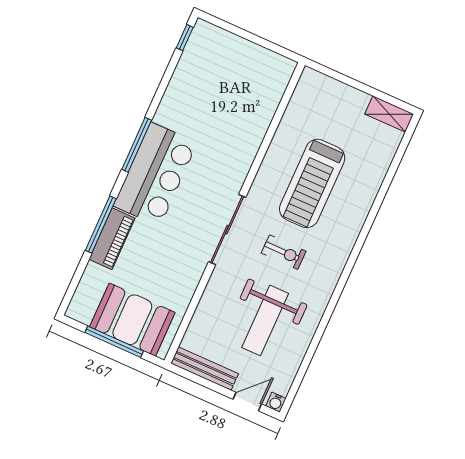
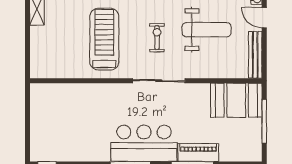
treadmill: (312, 183) -> (104, 39), turned -90
booth: (132, 320) -> (236, 100), moved, turned 90

